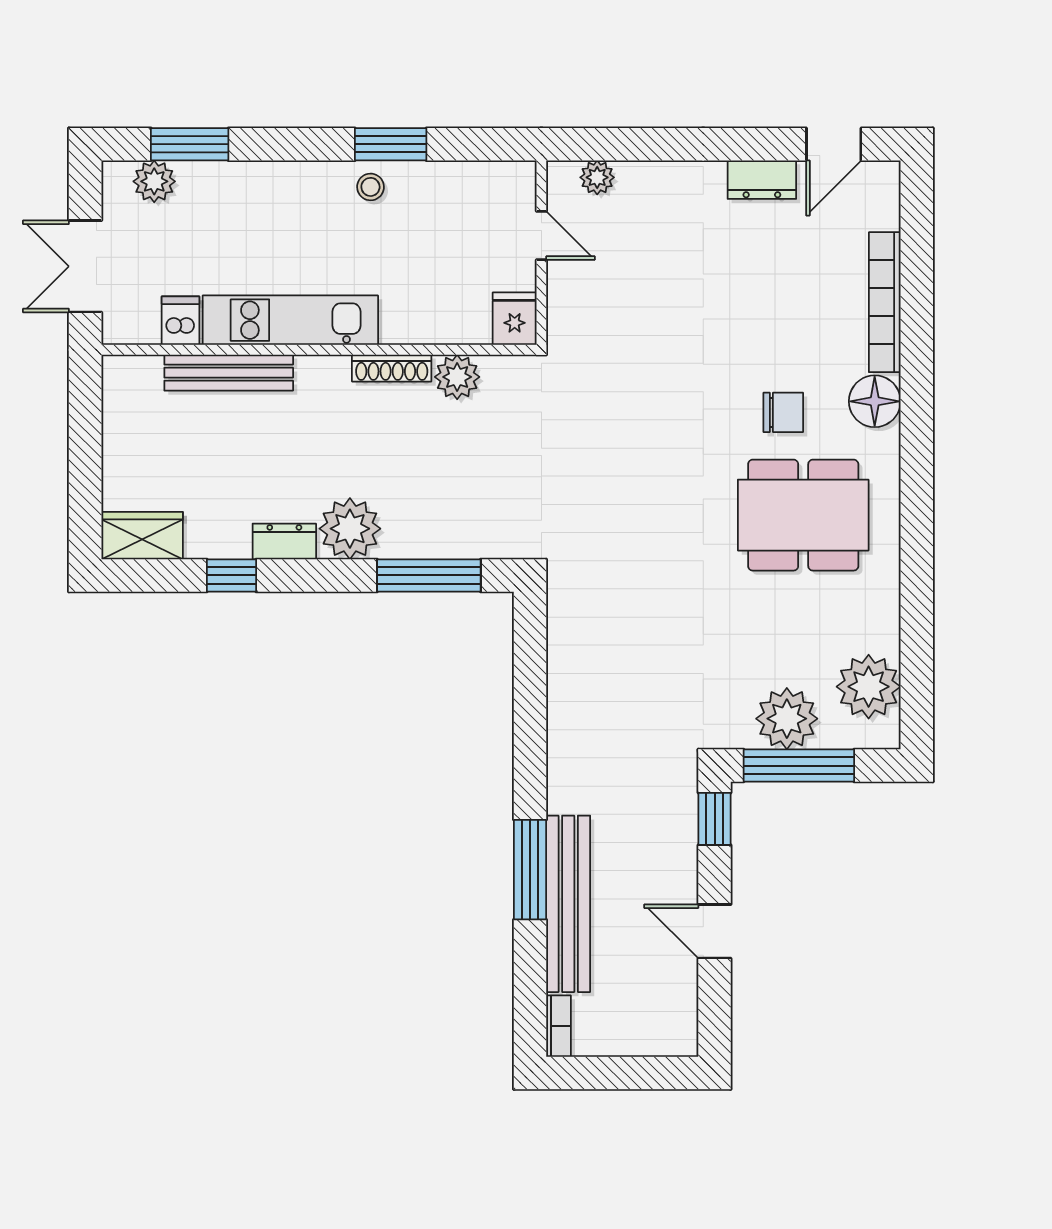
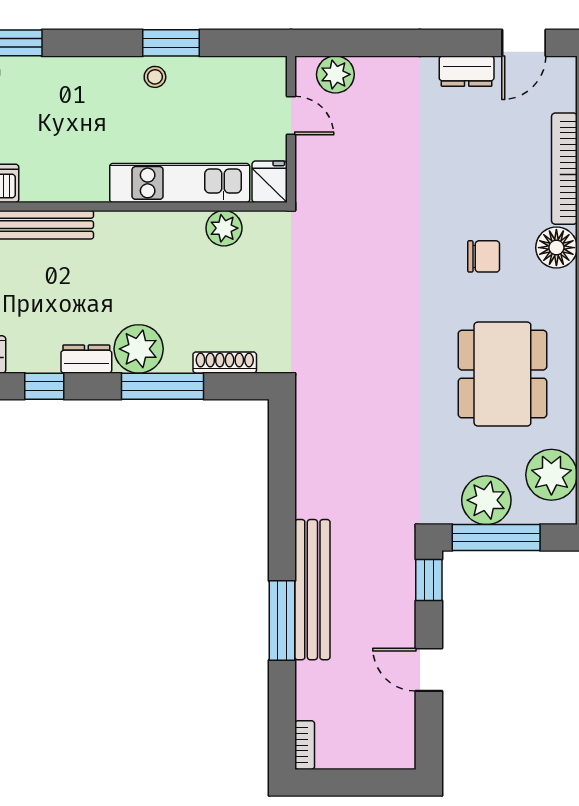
plant: (597, 177) -> (335, 74), width x1.38, depth x1.38
kitchen unit: (290, 320) -> (180, 183), moved
shoe rack: (392, 368) -> (225, 363), moved, turned 180
dining table: (803, 515) -> (502, 374), moved, turned 90
window: (429, 575) -> (163, 386), moved
bench: (568, 904) -> (312, 590), moved

